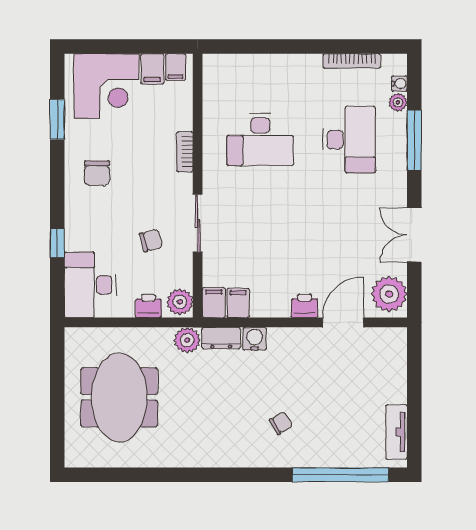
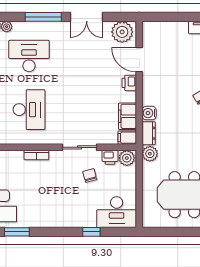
window: (414, 140) -> (43, 17), moved
chair: (97, 173) -> (49, 208), removed
filing cabinet: (238, 303) -> (128, 116), width x2.00
printer: (148, 306) -> (110, 157), moved, turned -90

